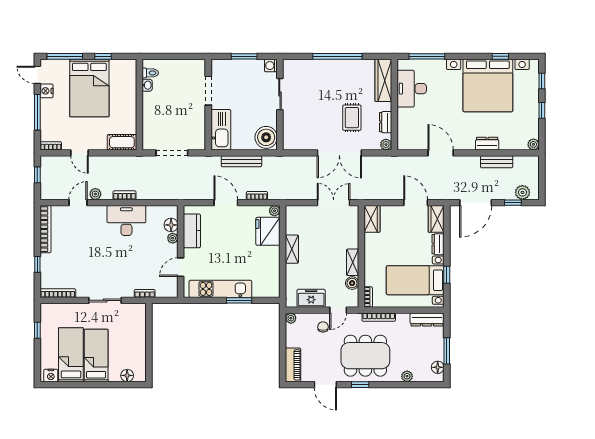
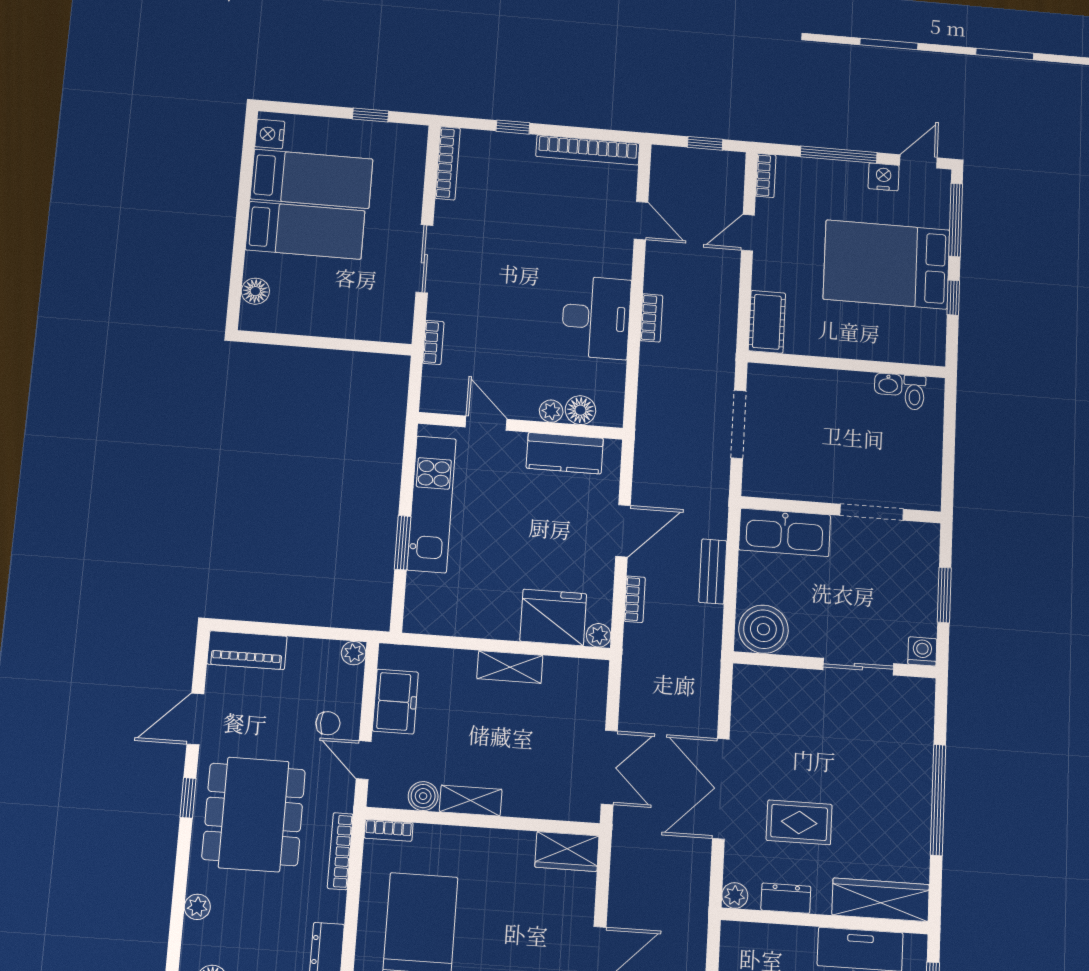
bench: (241, 161) -> (713, 572), width x0.73
plant: (95, 194) -> (657, 258), removed

